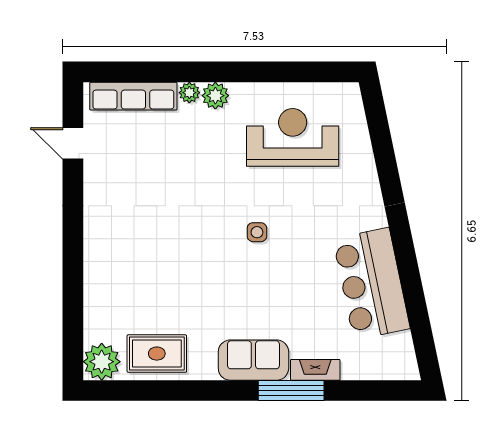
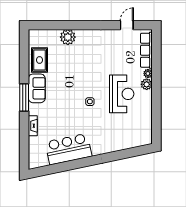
reception desk: (293, 137) -> (122, 94), moved
sofa: (253, 360) -> (37, 88), moved
plant: (102, 362) -> (68, 37), moved
window: (291, 391) -> (24, 97), moved

